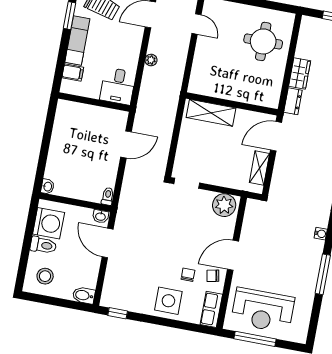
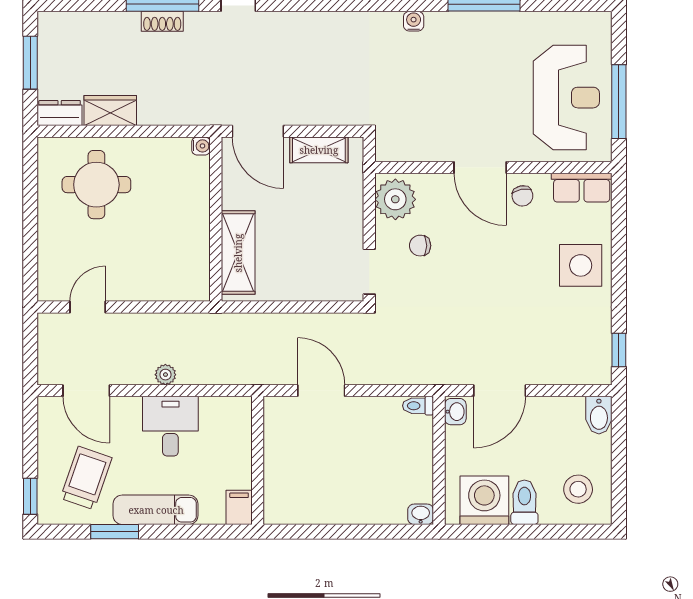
filing cabinet: (73, 73) -> (239, 507), moved
wardrobe: (300, 73) -> (110, 110), moved
desk: (118, 86) -> (170, 426), moved, turned -90
dresser: (293, 101) -> (60, 113), moved
water cooler: (274, 103) -> (201, 146), added
chair: (188, 275) -> (420, 246), moved

